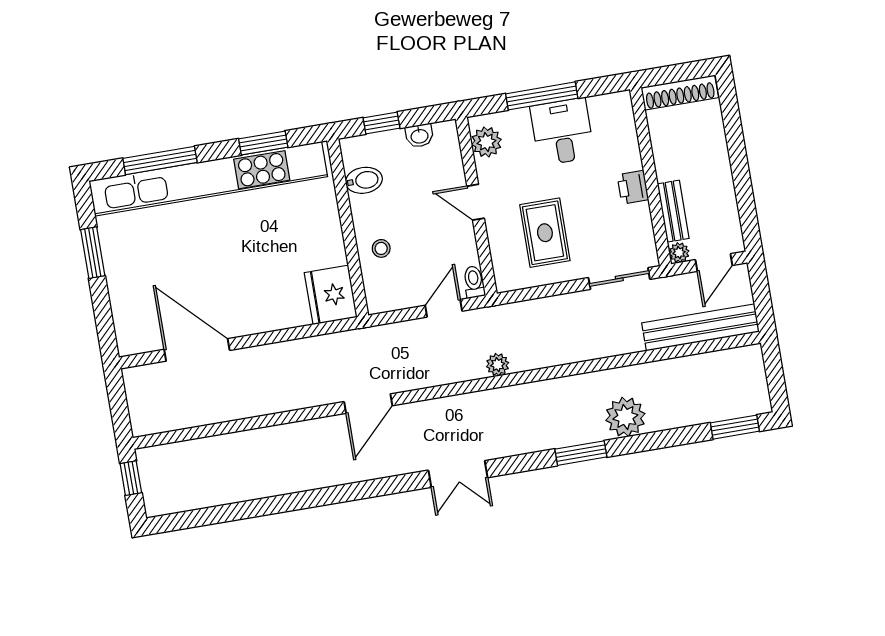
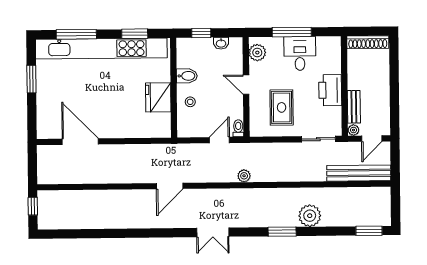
bidet: (364, 180) -> (187, 76), moved
printer: (633, 187) -> (330, 90), width x1.87, depth x1.48
fridge: (331, 295) -> (158, 97), moved

